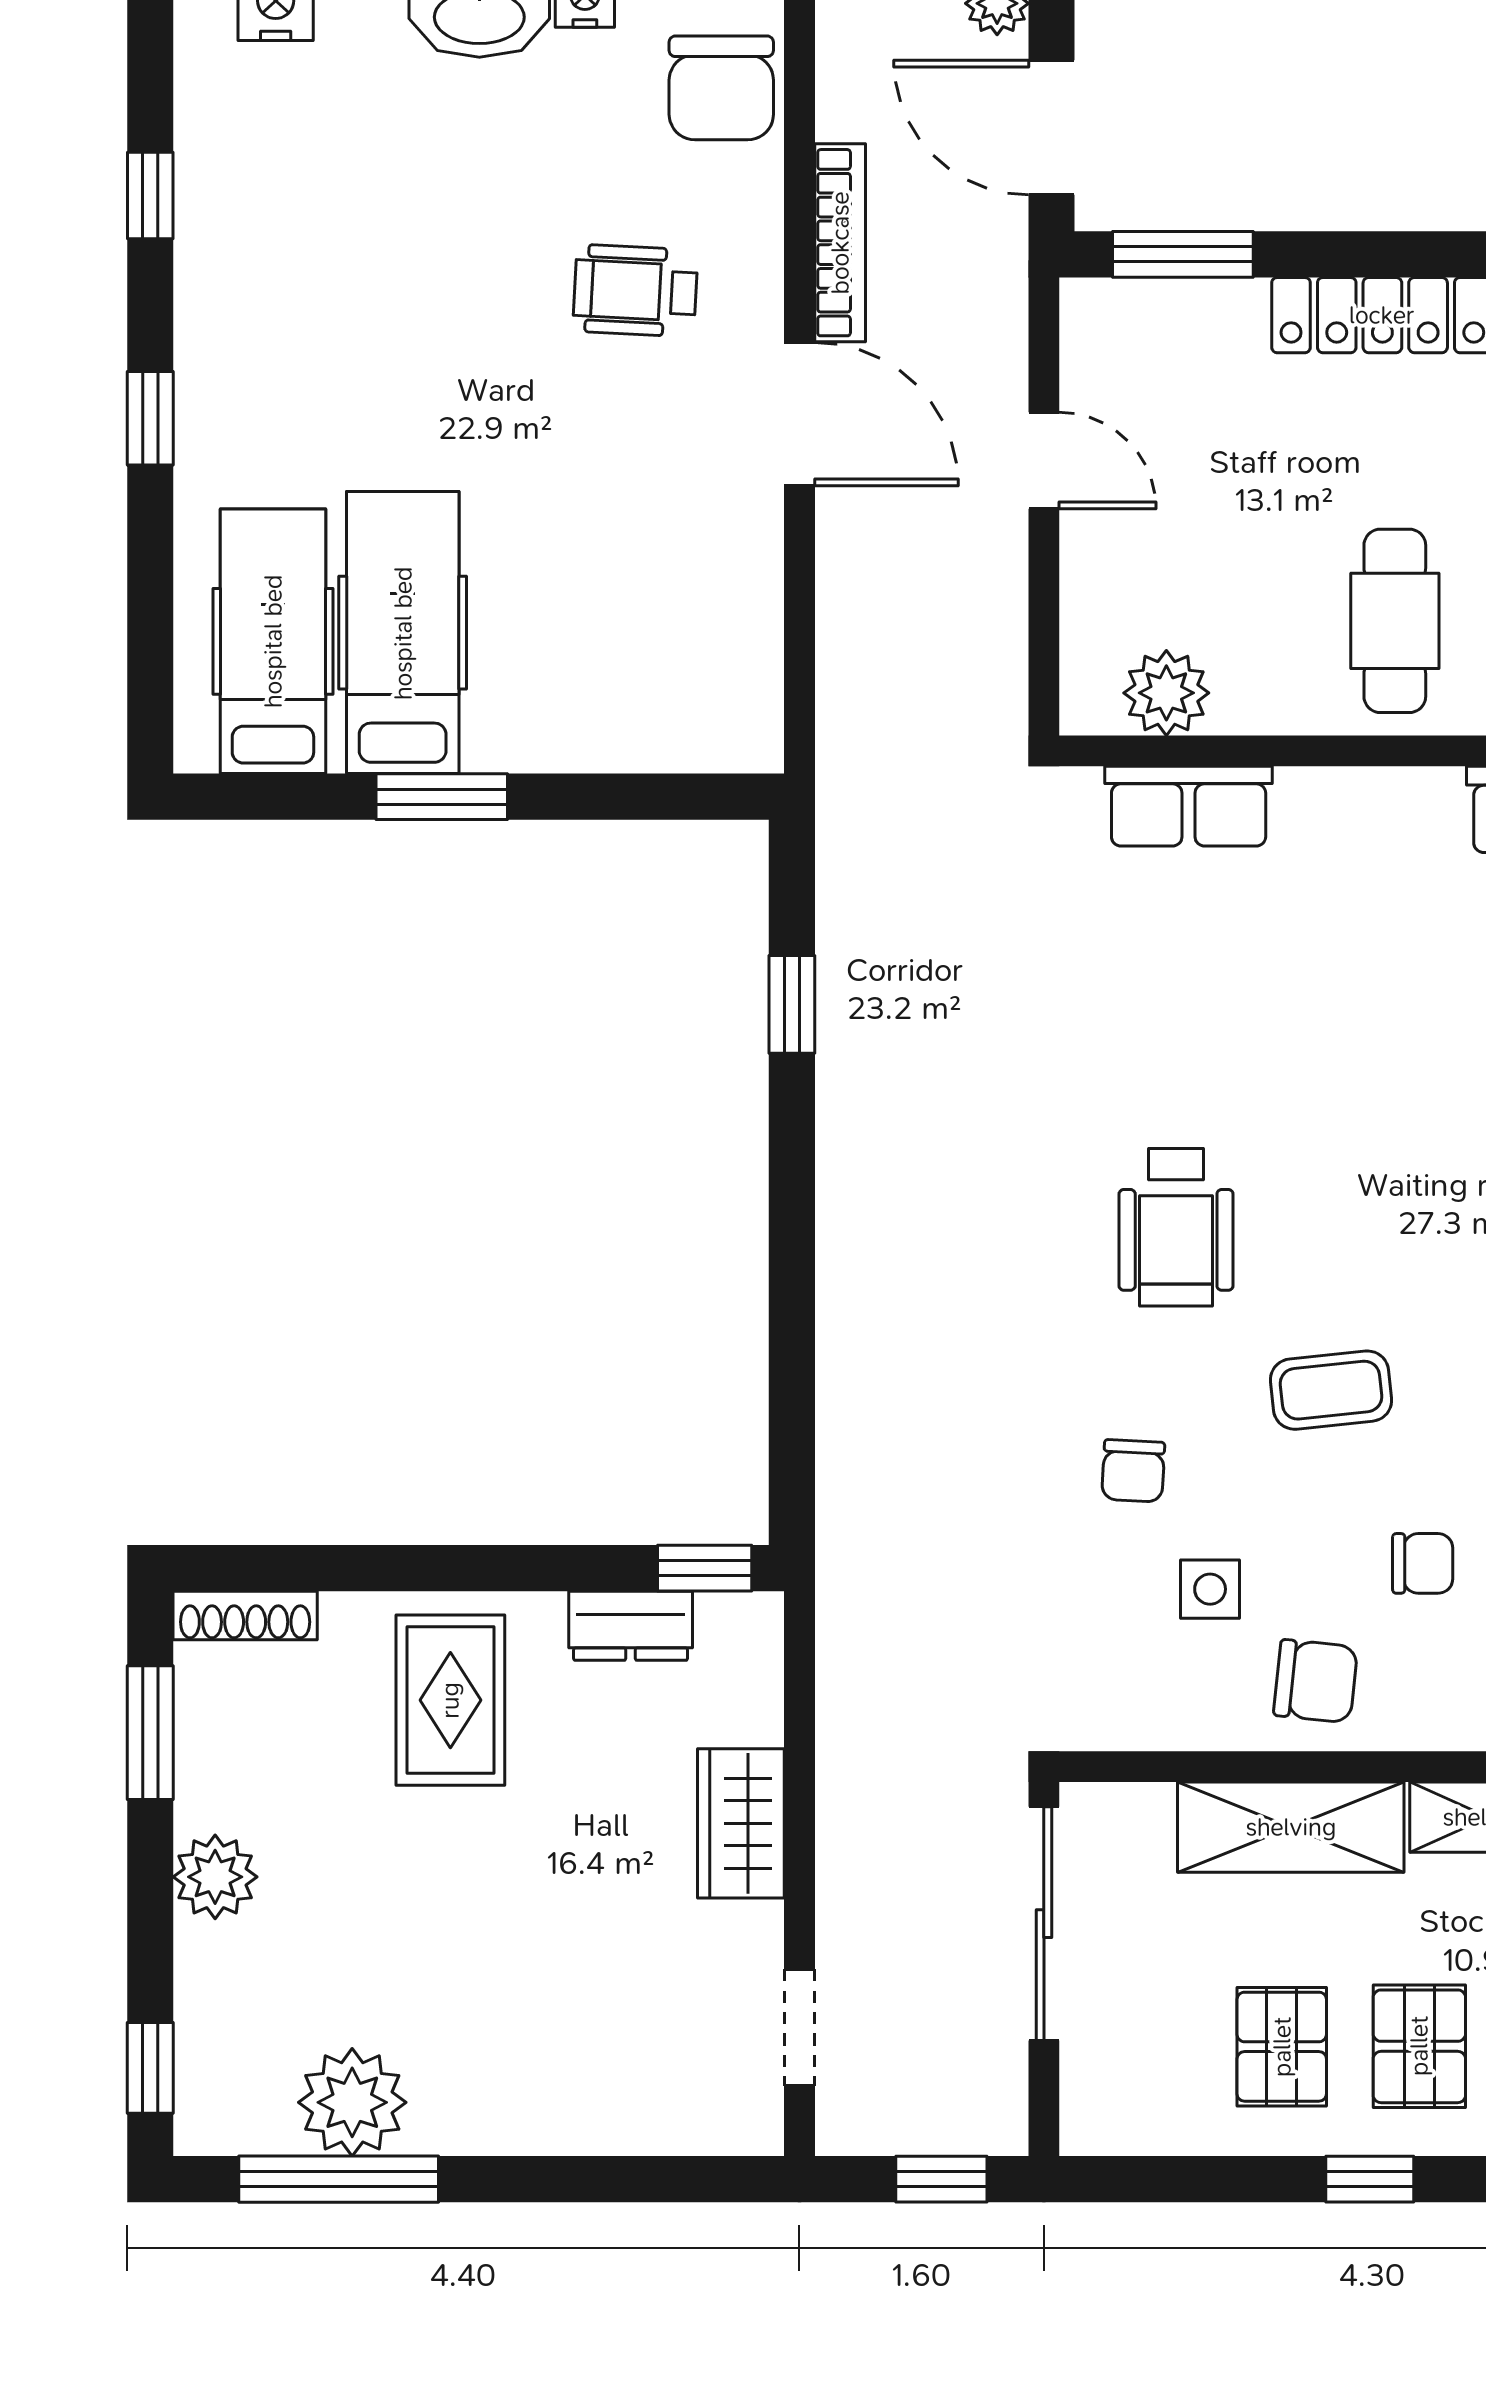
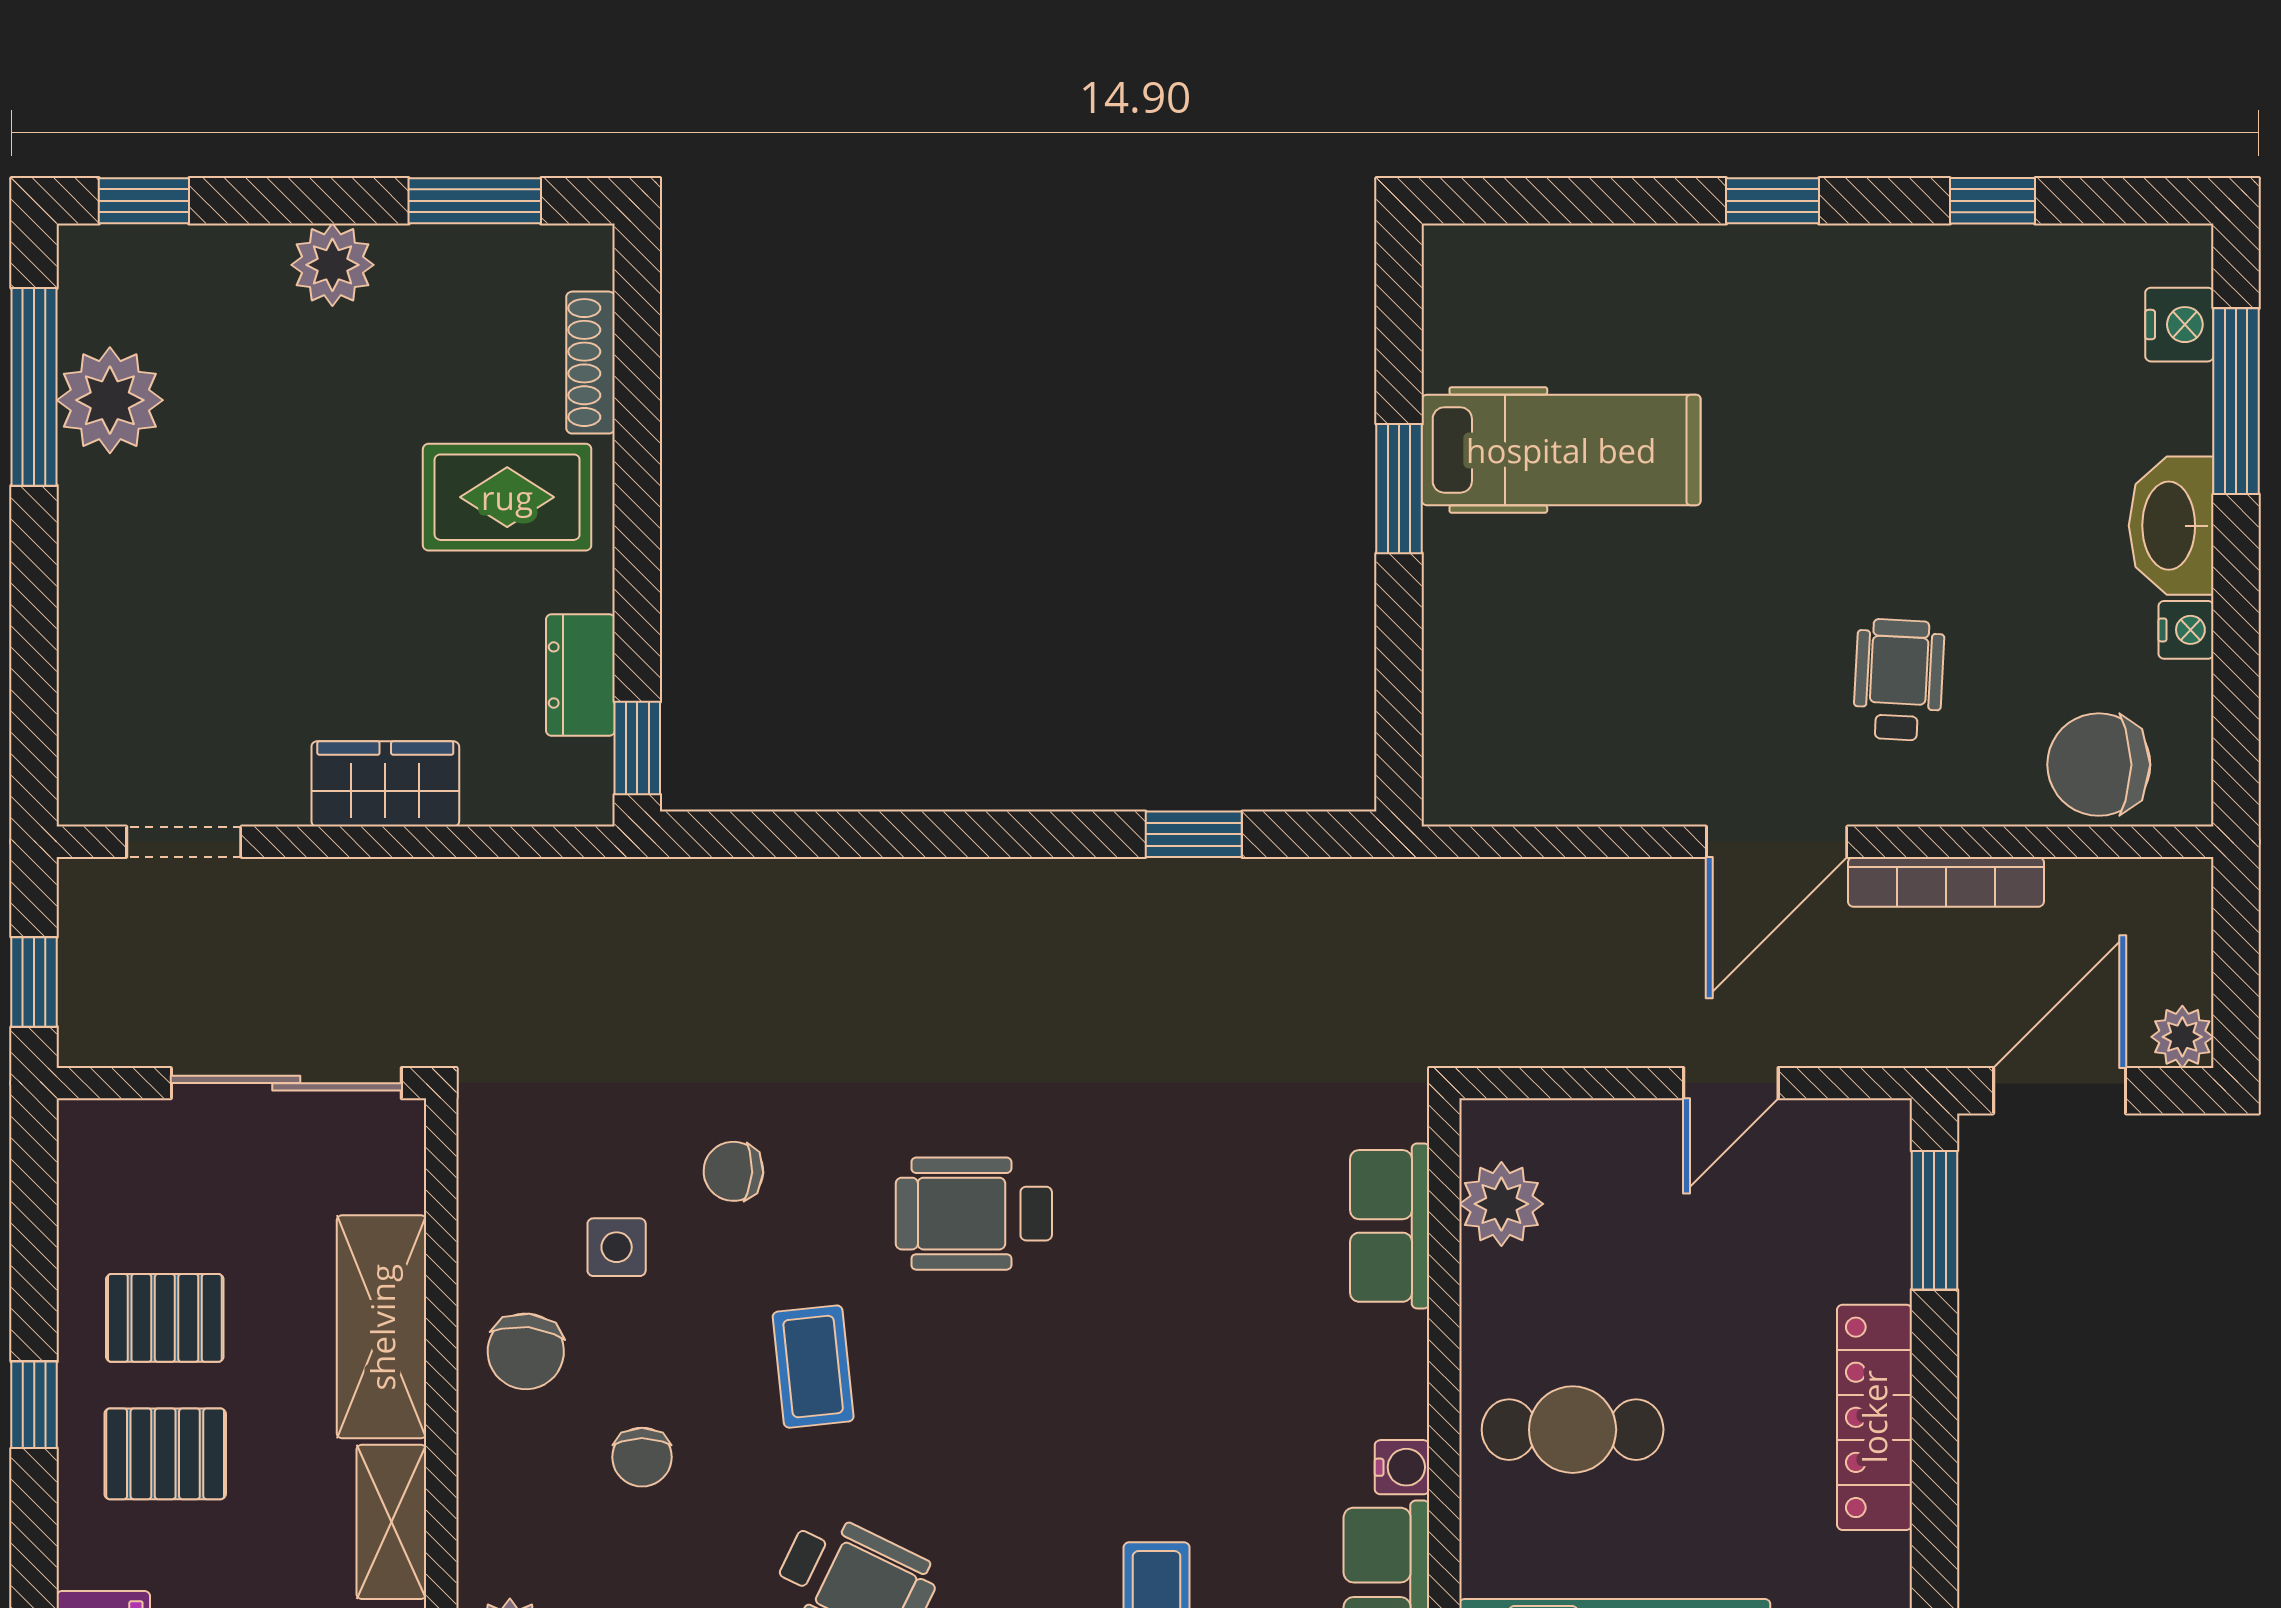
hospital bed: (273, 641) -> (1552, 322), removed
water cooler: (1433, 794) -> (1402, 1467), added
shoe rack: (245, 1615) -> (591, 363), moved

